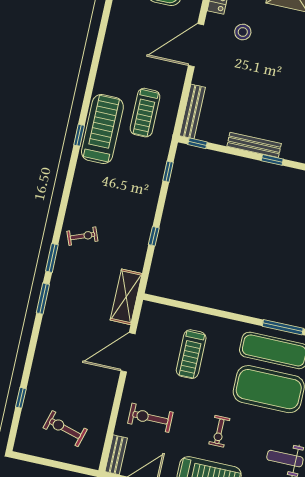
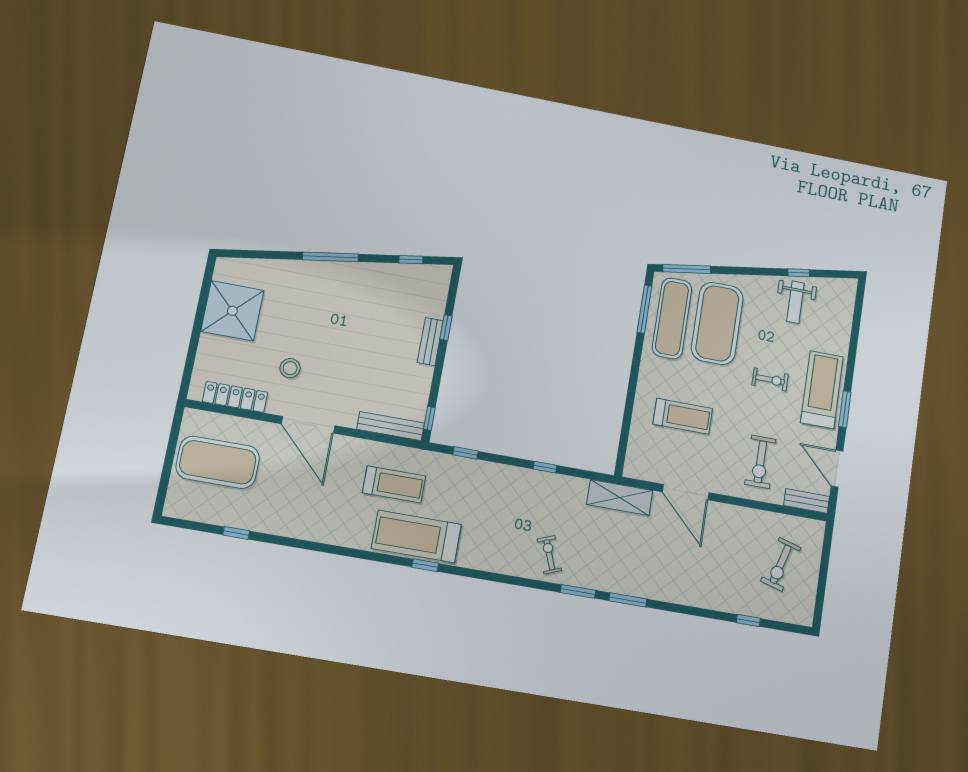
bench: (254, 145) -> (430, 342), width x0.73

